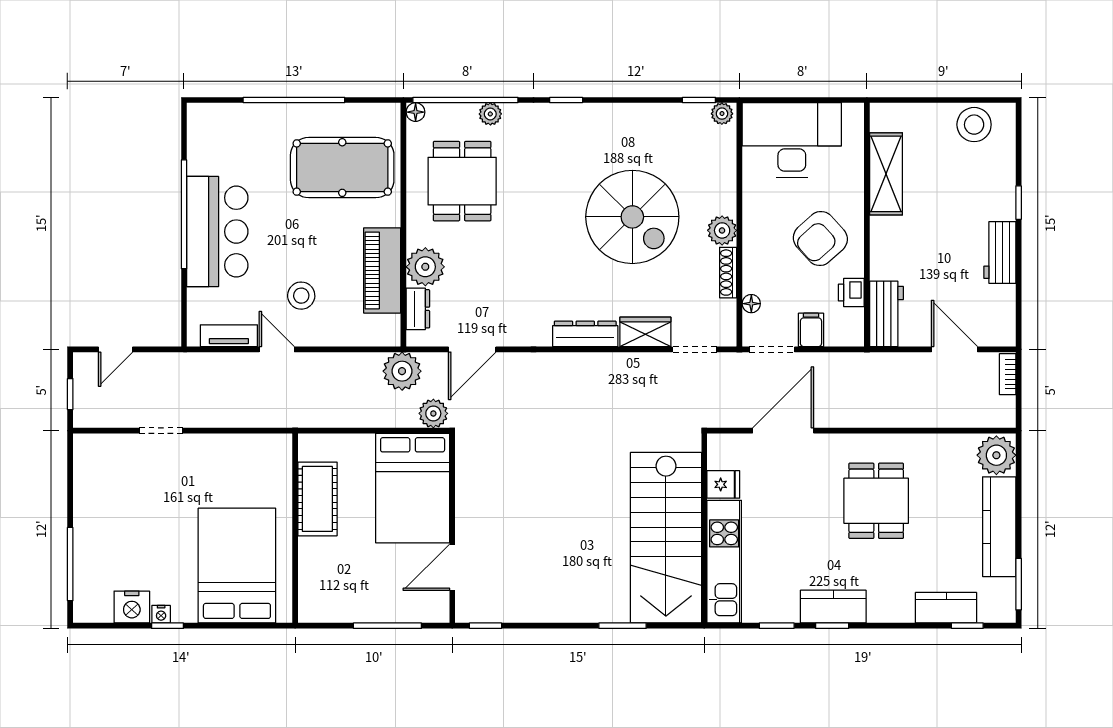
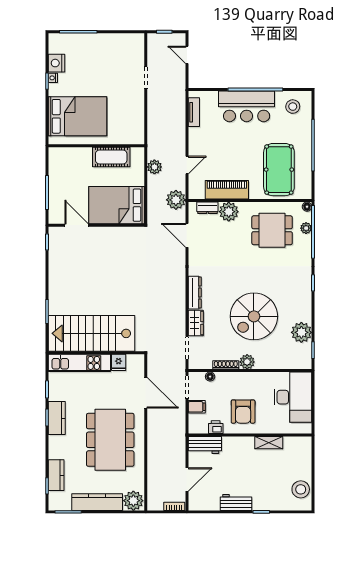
plant: (490, 114) -> (306, 228), moved
plant: (722, 114) -> (301, 332), moved, width x1.87, depth x1.87
shelving: (886, 174) -> (269, 443), width x0.67, depth x0.75
armchair: (820, 239) -> (243, 412), turned -138
stool: (301, 296) -> (293, 107), moved
door: (277, 349) -> (187, 165), moved
plant: (433, 413) -> (154, 167), moved
dining table: (876, 501) -> (110, 440), width x1.87, depth x1.24

